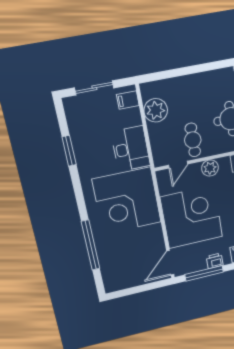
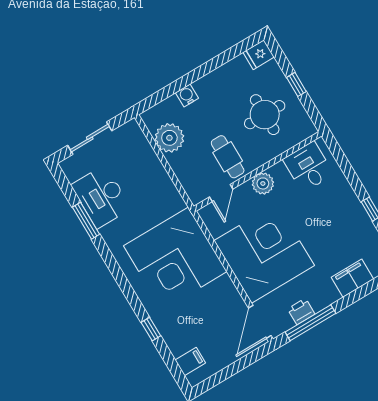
water cooler: (181, 83) -> (187, 95), added
filing cabinet: (128, 100) -> (190, 361), moved, turned 180
desk: (131, 149) -> (101, 197), moved, turned 180
window: (91, 245) -> (151, 329), width x0.32
printer: (215, 261) -> (301, 311), moved

